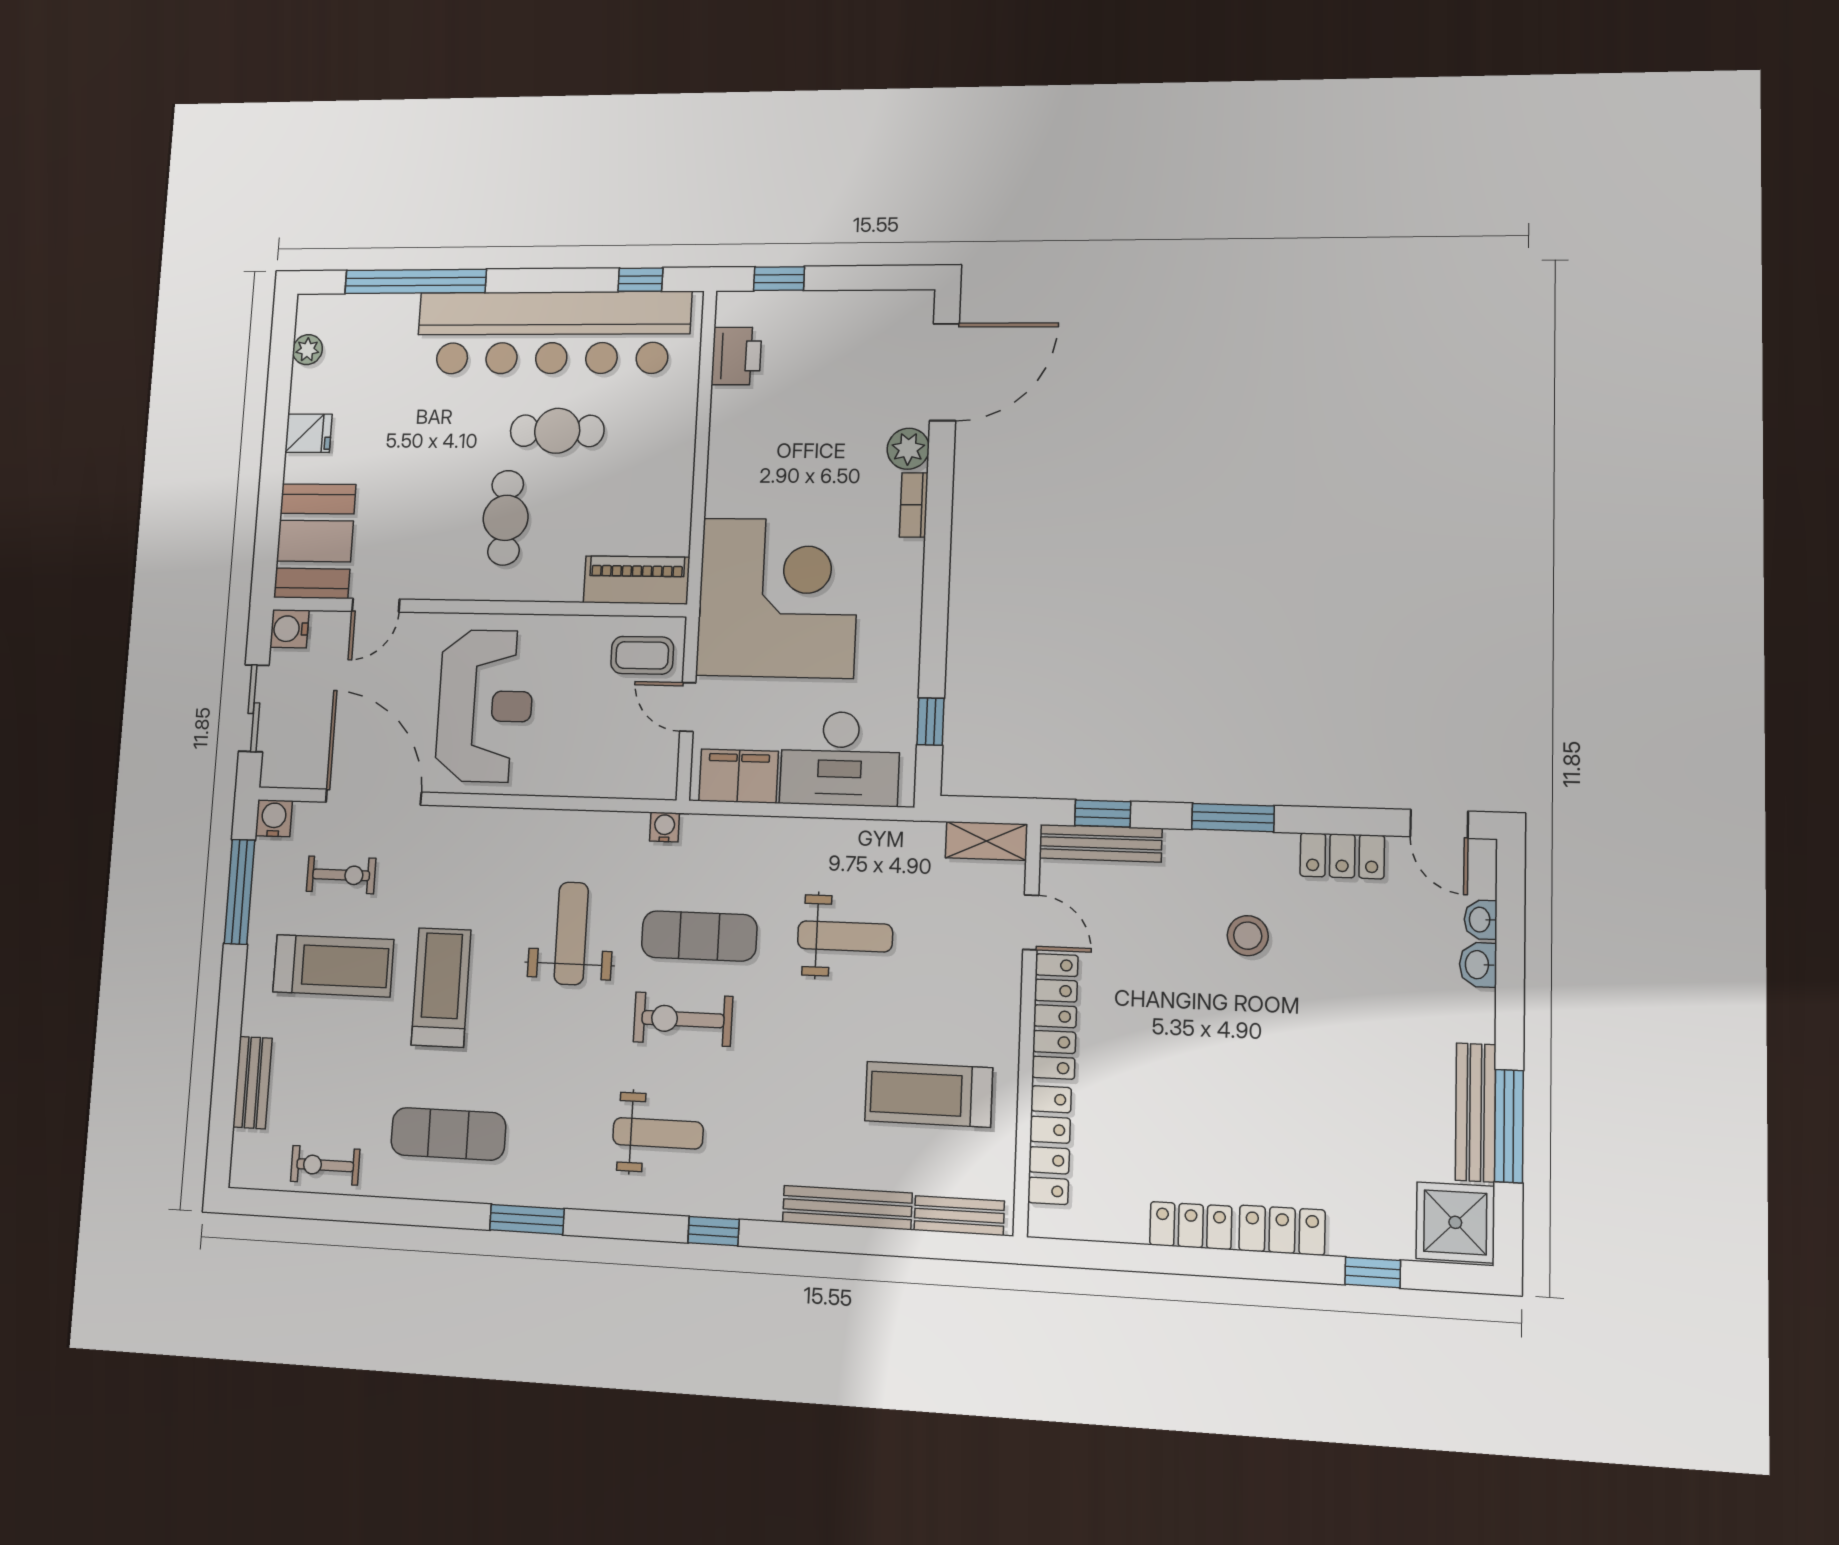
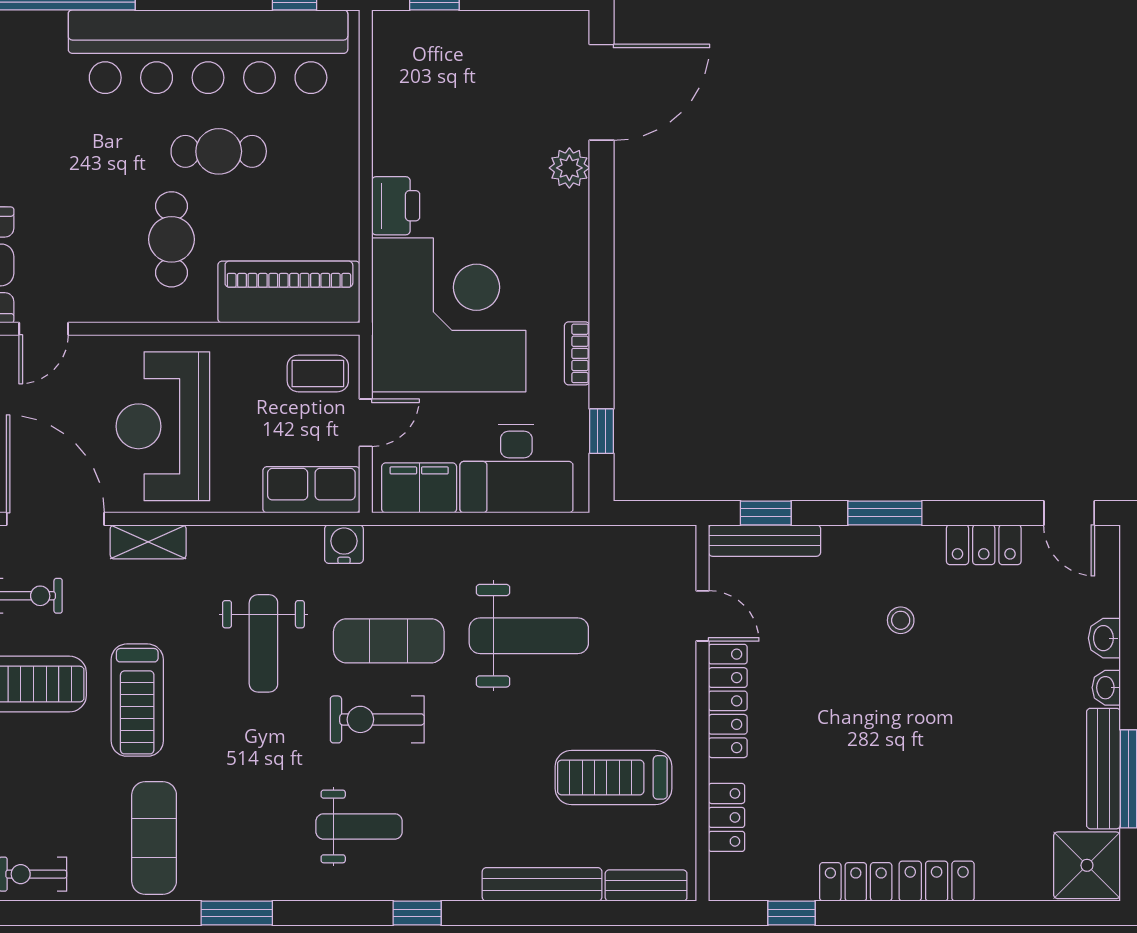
printer: (736, 356) -> (396, 206), moved
bookcase: (914, 505) -> (577, 353), moved
piano: (636, 580) -> (289, 292), width x1.37, depth x1.33
reception desk: (485, 706) -> (163, 426), turned 180
door: (688, 707) -> (366, 423), swing flipped
row of seats: (629, 775) -> (311, 490), added
water cooler: (665, 827) -> (344, 544), width x1.38, depth x1.38
shelving: (986, 841) -> (148, 542), moved
washbasin: (1481, 920) -> (1106, 688), moved
weight bench: (571, 933) -> (263, 643), turned 180
weight bench: (845, 936) -> (529, 636), width x1.36, depth x1.33
stool: (1248, 936) -> (901, 620), width x0.73, depth x0.73
treadmill: (441, 987) -> (137, 700), turned 180
exercise mat: (448, 1134) -> (154, 838), turned 90
locker: (1050, 1145) -> (727, 817), width x0.66
window: (1373, 1272) -> (792, 913), moved

